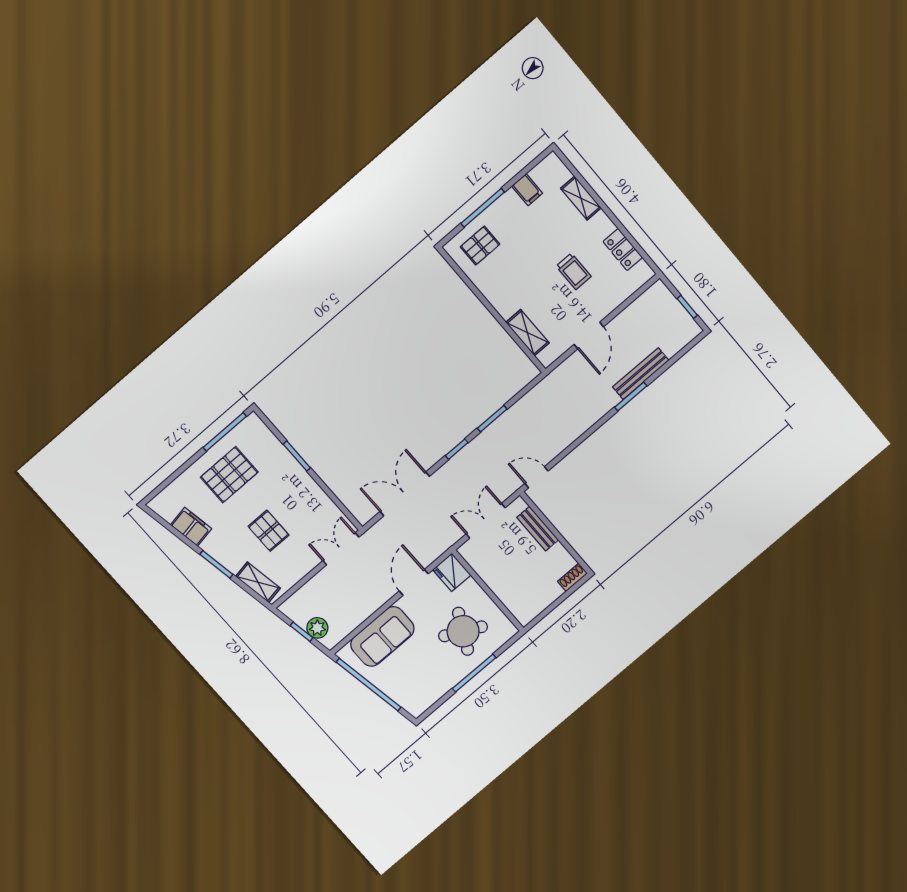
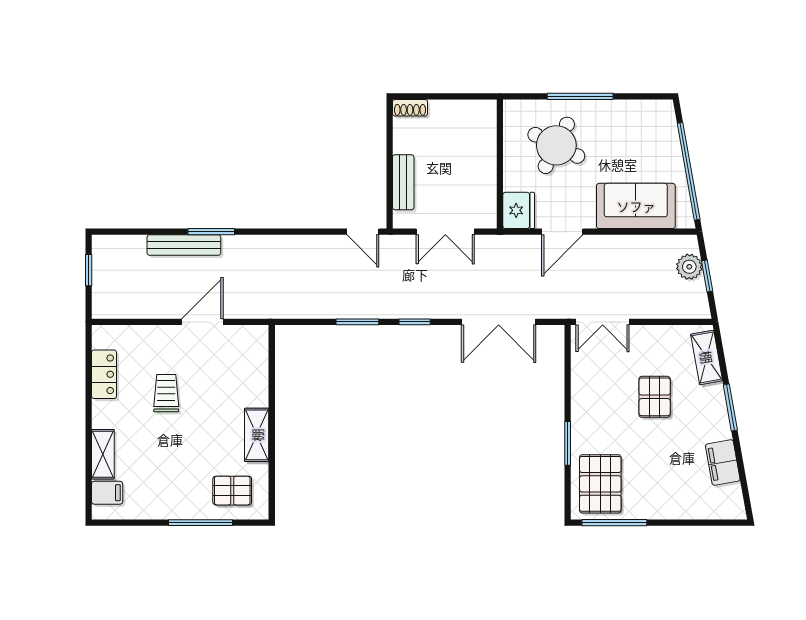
filing cabinet: (527, 190) -> (107, 493), moved, turned 90
shelving: (527, 333) -> (257, 435), moved
pallet: (229, 475) -> (600, 484), moved, turned 90

